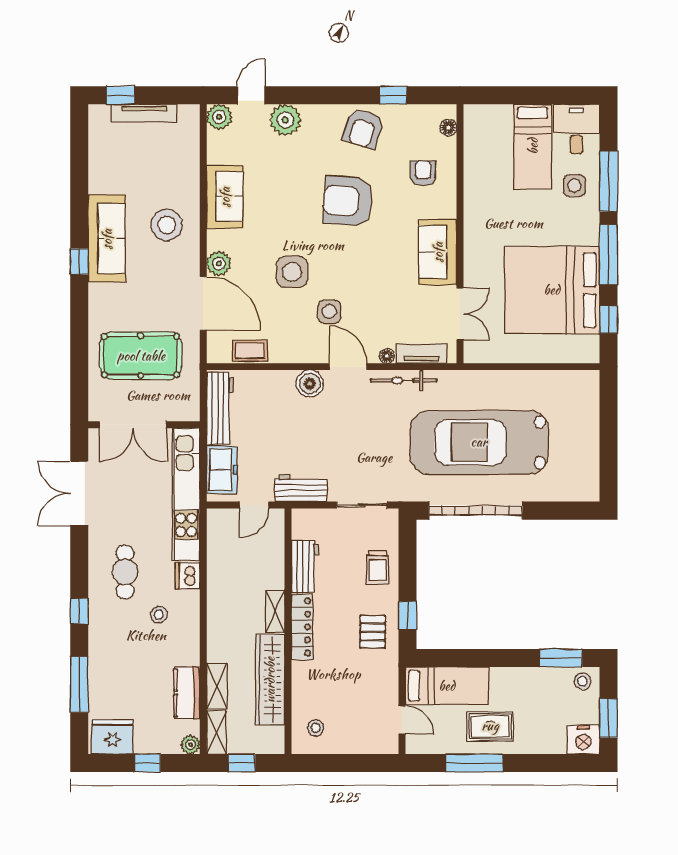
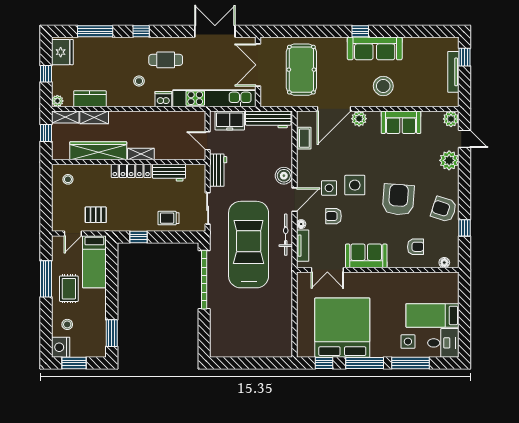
side table: (292, 272) -> (355, 185), moved
armchair: (374, 304) -> (334, 216), added
car: (479, 442) -> (249, 245), moved
pallet: (373, 632) -> (96, 215), moved
stool: (583, 681) -> (67, 324), moved

